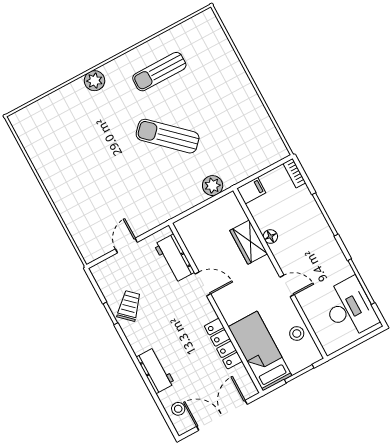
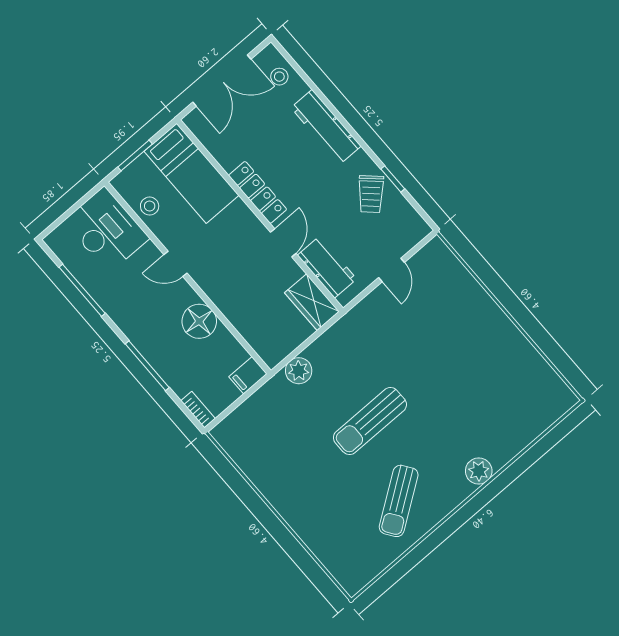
sun lounger: (159, 72) -> (399, 501), turned 145
sun lounger: (168, 136) -> (370, 421), turned 137
floor lamp: (270, 236) -> (199, 321), width x1.89, depth x1.89
wardrobe: (249, 242) -> (312, 302), moved, turned 180
door: (203, 284) -> (283, 243), swing flipped
desk: (349, 308) -> (106, 230), moved, turned 180
locker: (223, 344) -> (258, 192), moved
workbench: (155, 370) -> (326, 127), width x1.38

